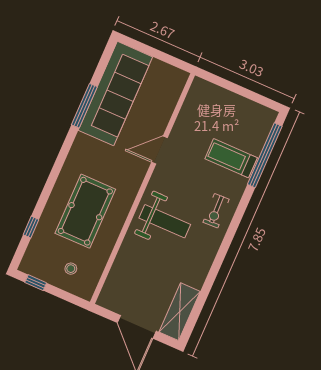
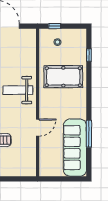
pool table: (85, 211) -> (63, 77), turned 90
window: (36, 283) -> (55, 26), moved

